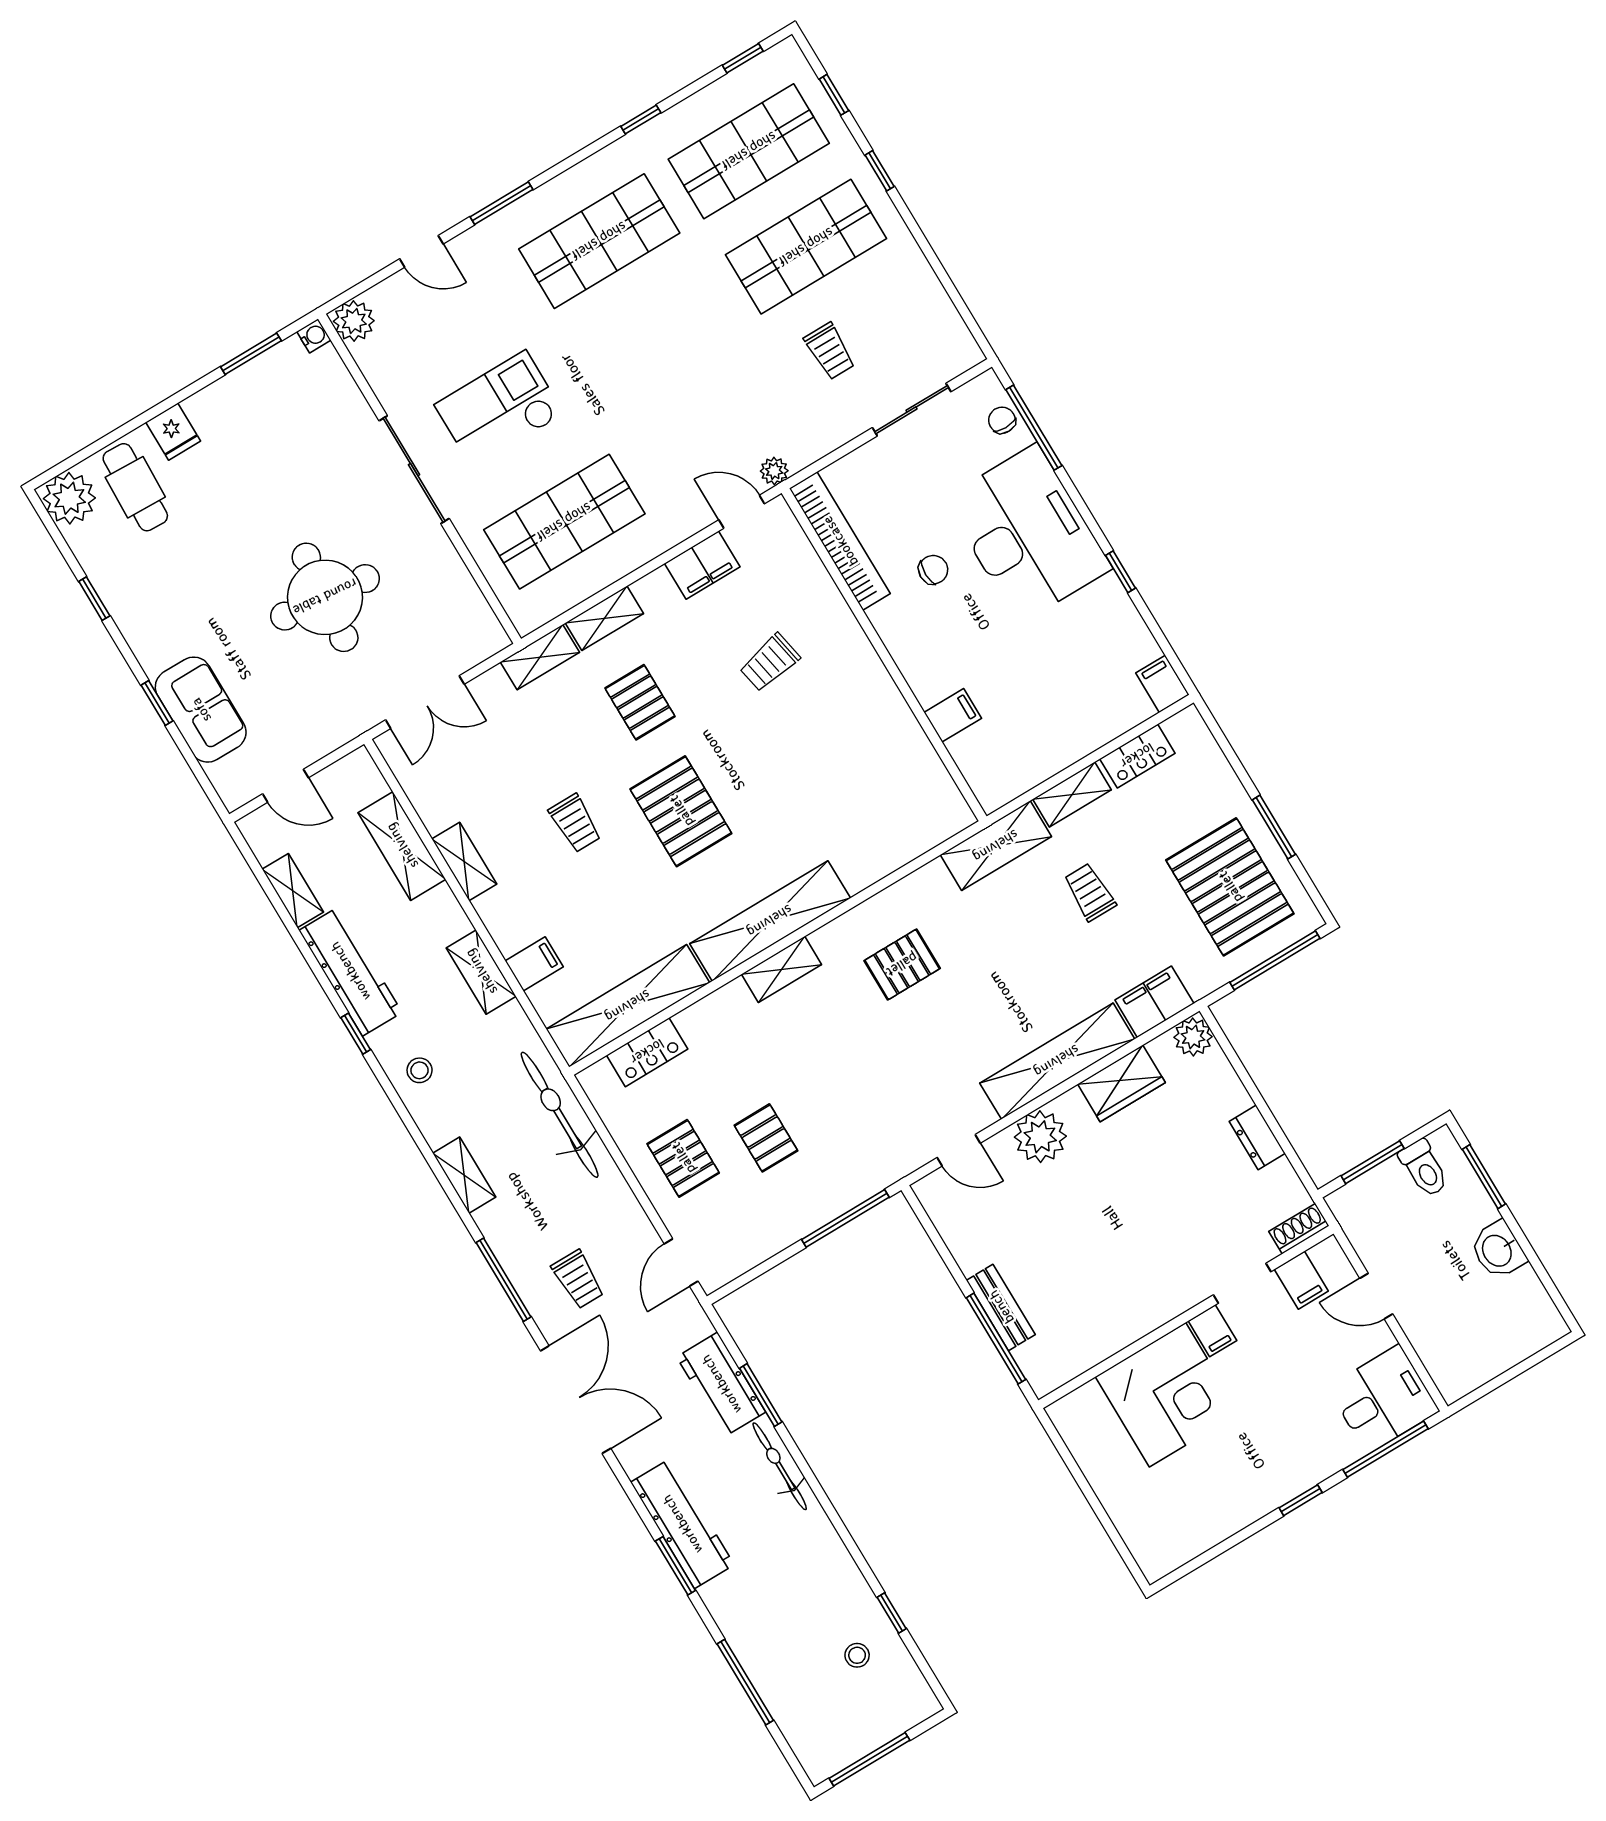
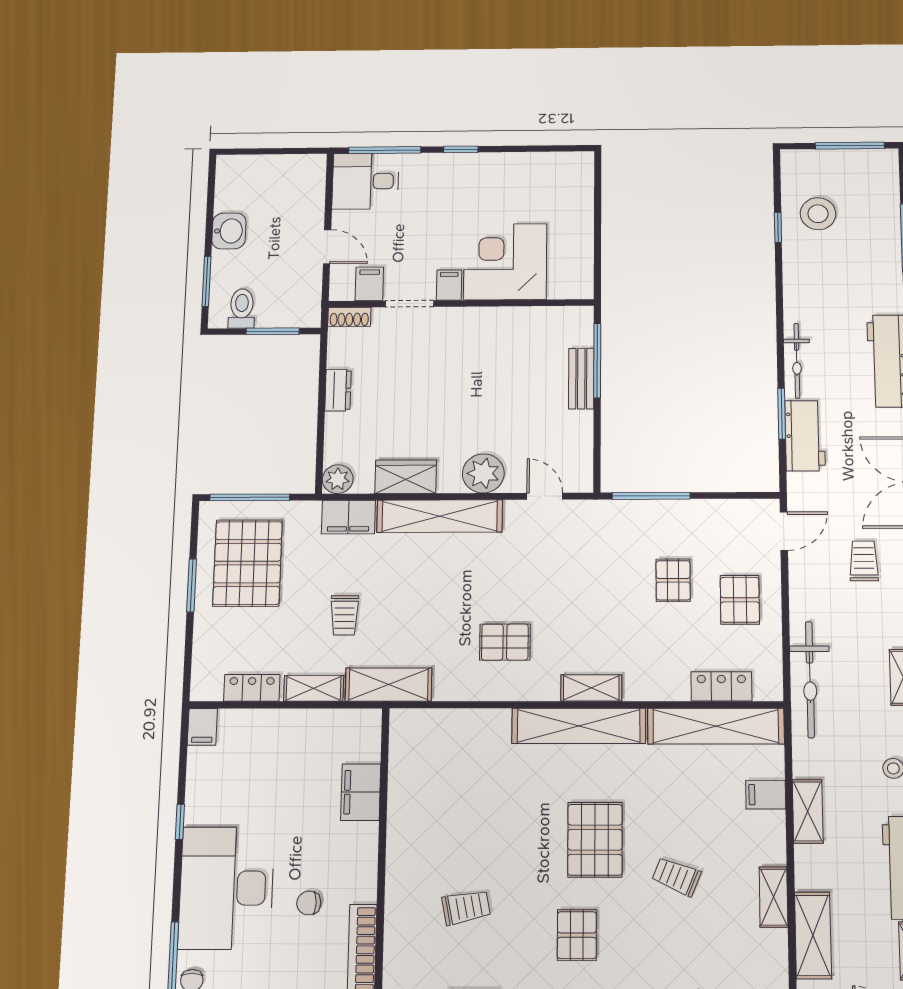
filing cabinet: (953, 715) -> (361, 792), width x2.00
trolley: (575, 823) -> (676, 877), turned -68
stool: (857, 1655) -> (818, 214), width x1.89, depth x1.89

